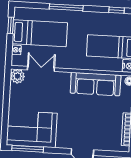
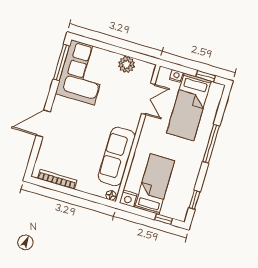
plant: (17, 76) -> (127, 64), moved

